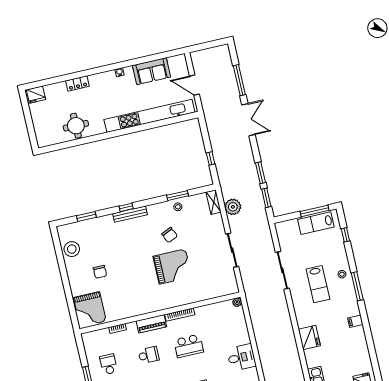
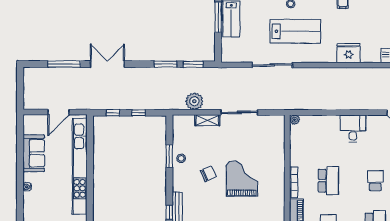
window: (205, 135) -> (113, 113), added
shelving: (214, 202) -> (207, 120), moved
lab bench: (318, 284) -> (295, 31), width x1.36, depth x1.39

